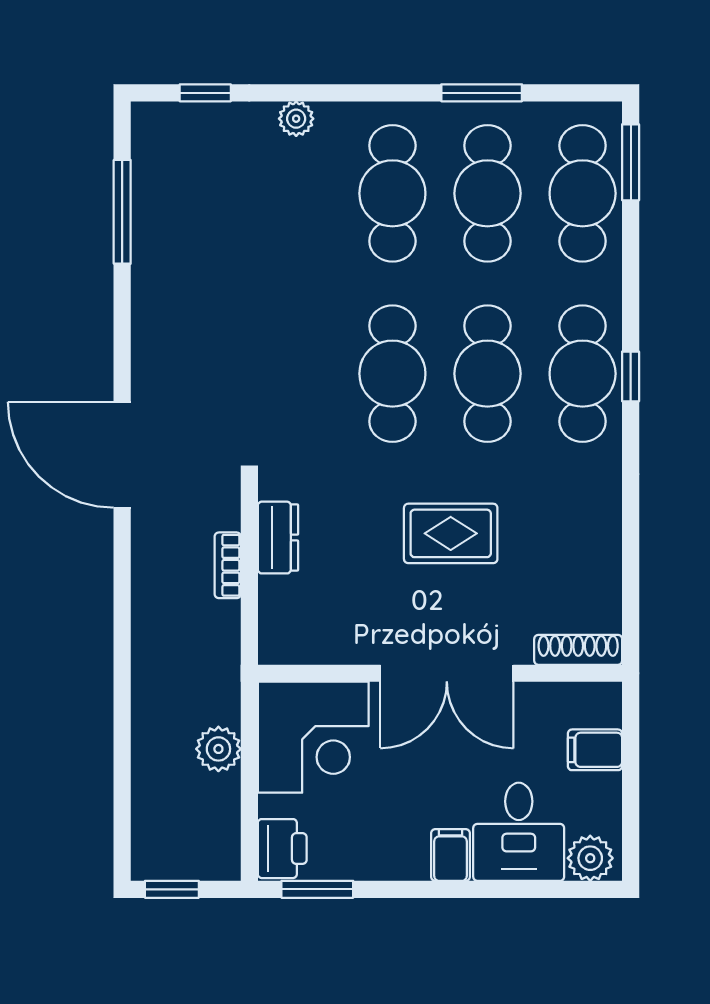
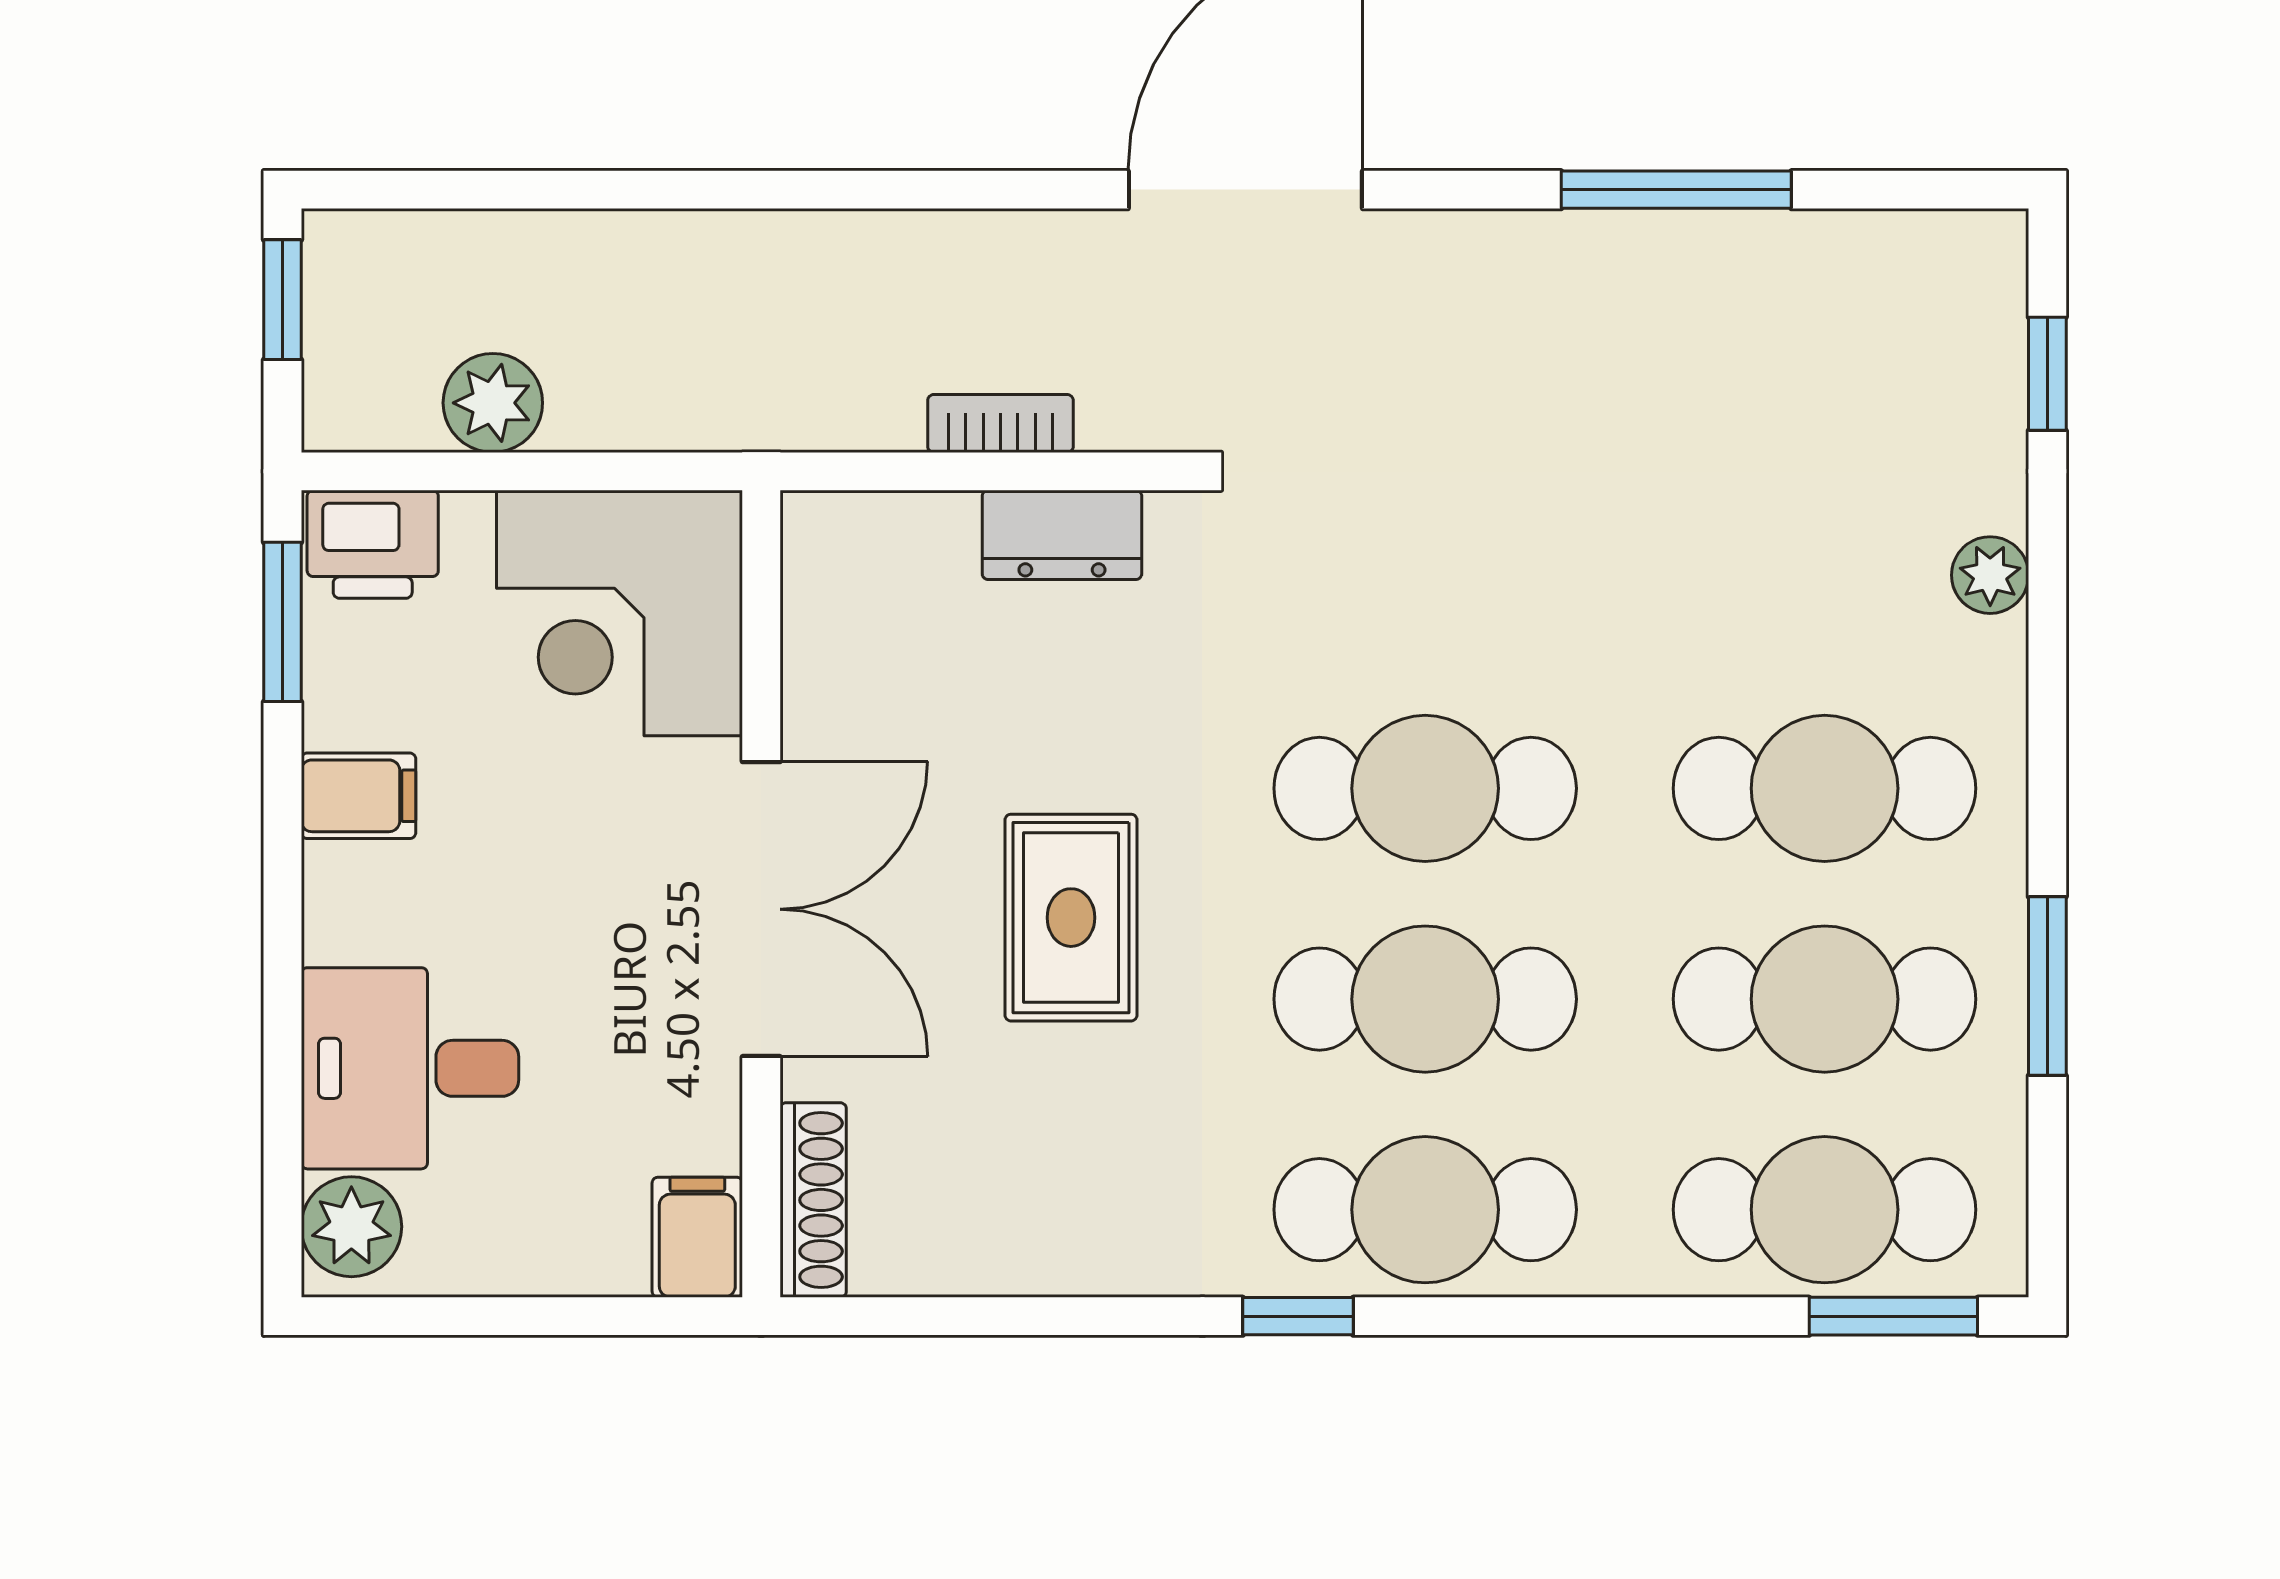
window: (122, 212) -> (1676, 190), moved
window: (631, 376) -> (1298, 1316), moved
double door: (447, 673) -> (761, 909), swing flipped
plant: (218, 749) -> (493, 403), moved
filing cabinet: (595, 750) -> (697, 1237), moved
filing cabinet: (451, 855) -> (358, 796), moved

